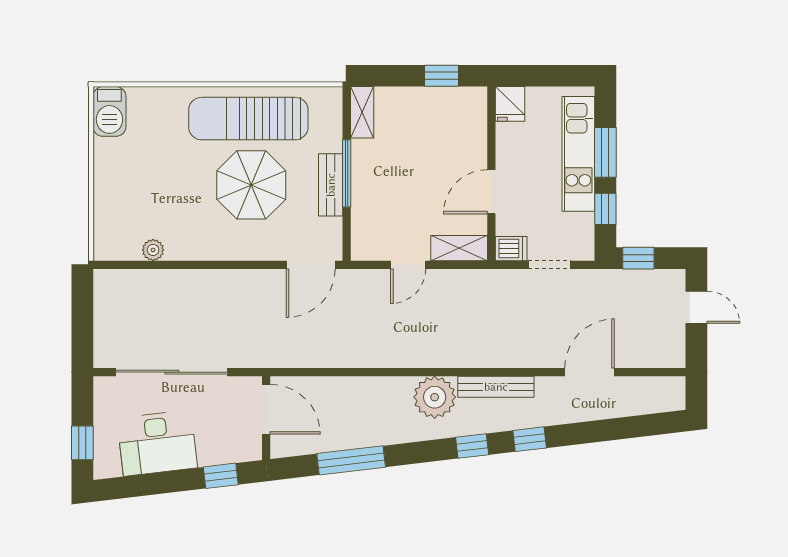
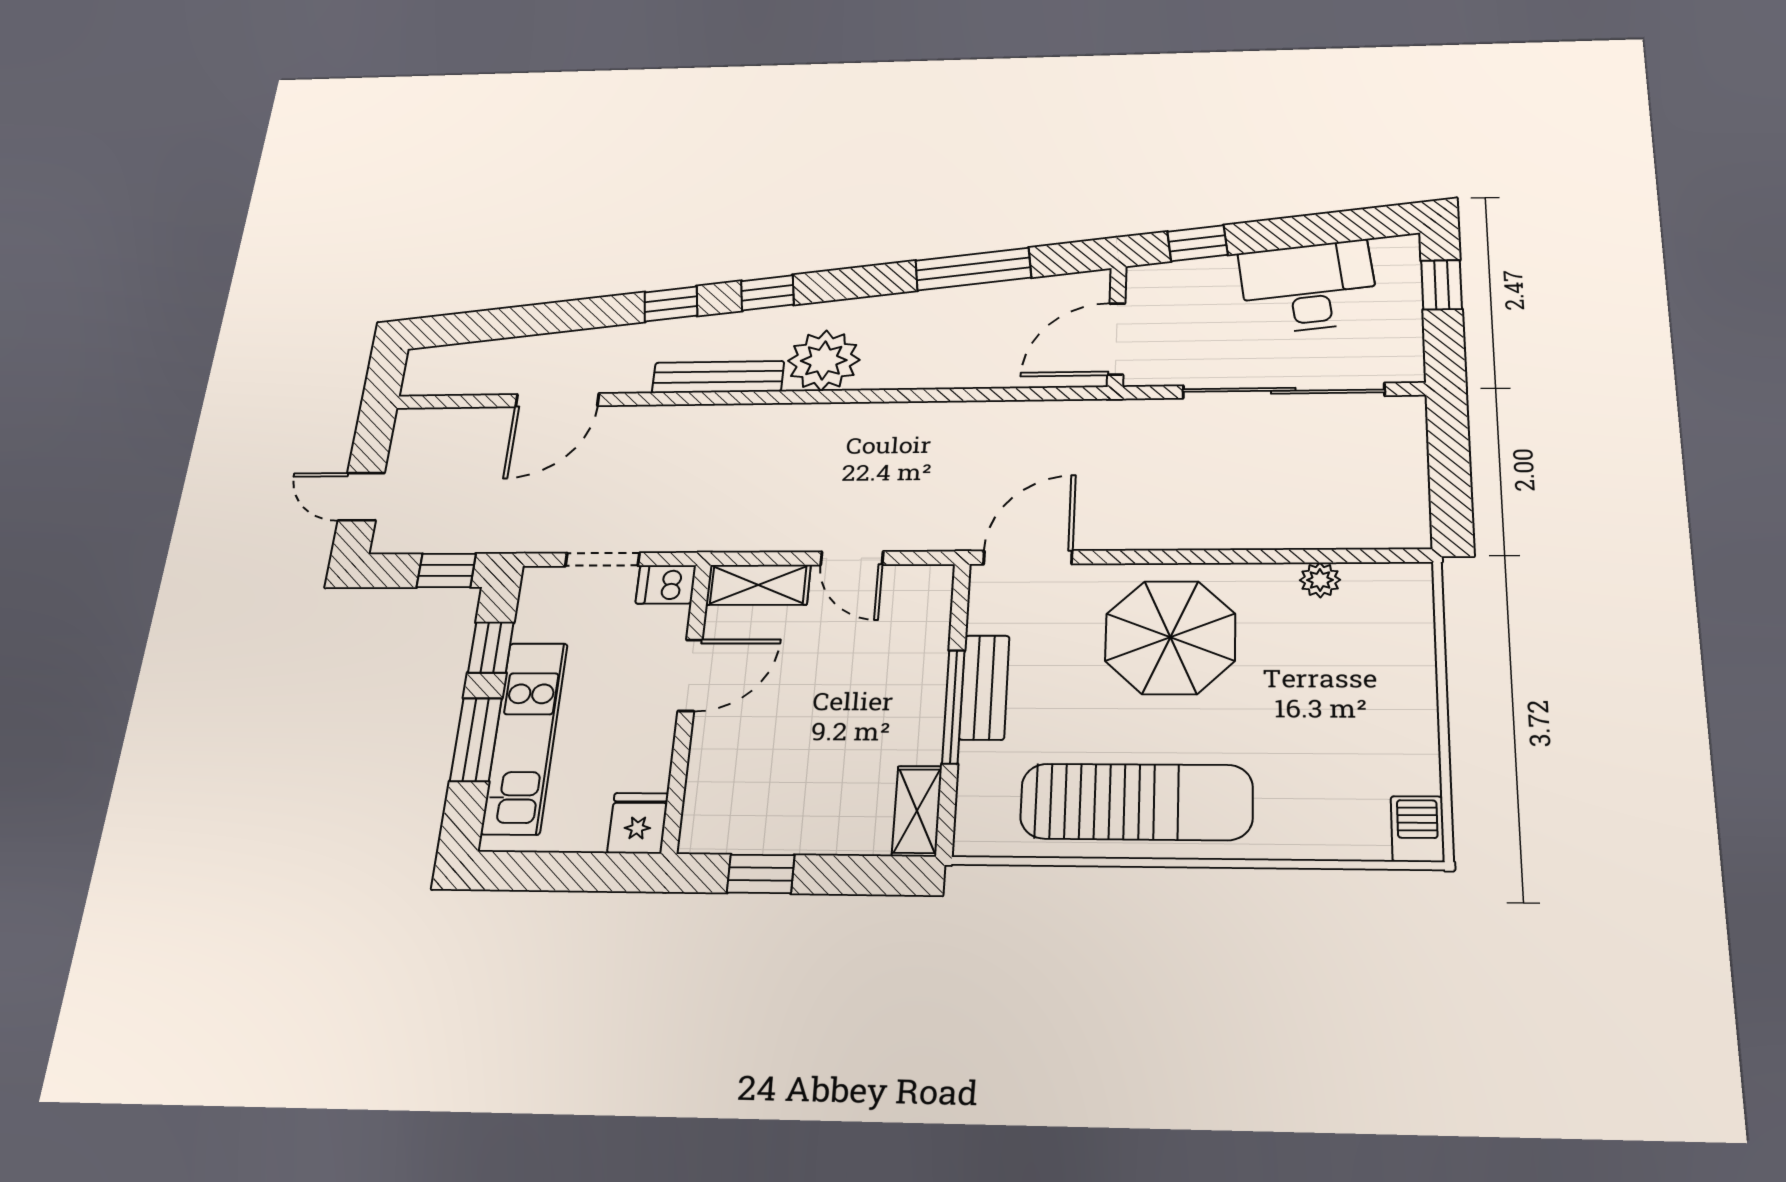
barbecue: (109, 111) -> (1418, 829), width x0.73, depth x0.79
parasol: (251, 185) -> (1170, 637), moved
door: (408, 265) -> (852, 558), swing flipped
door: (266, 409) -> (1116, 339), hinge flipped

